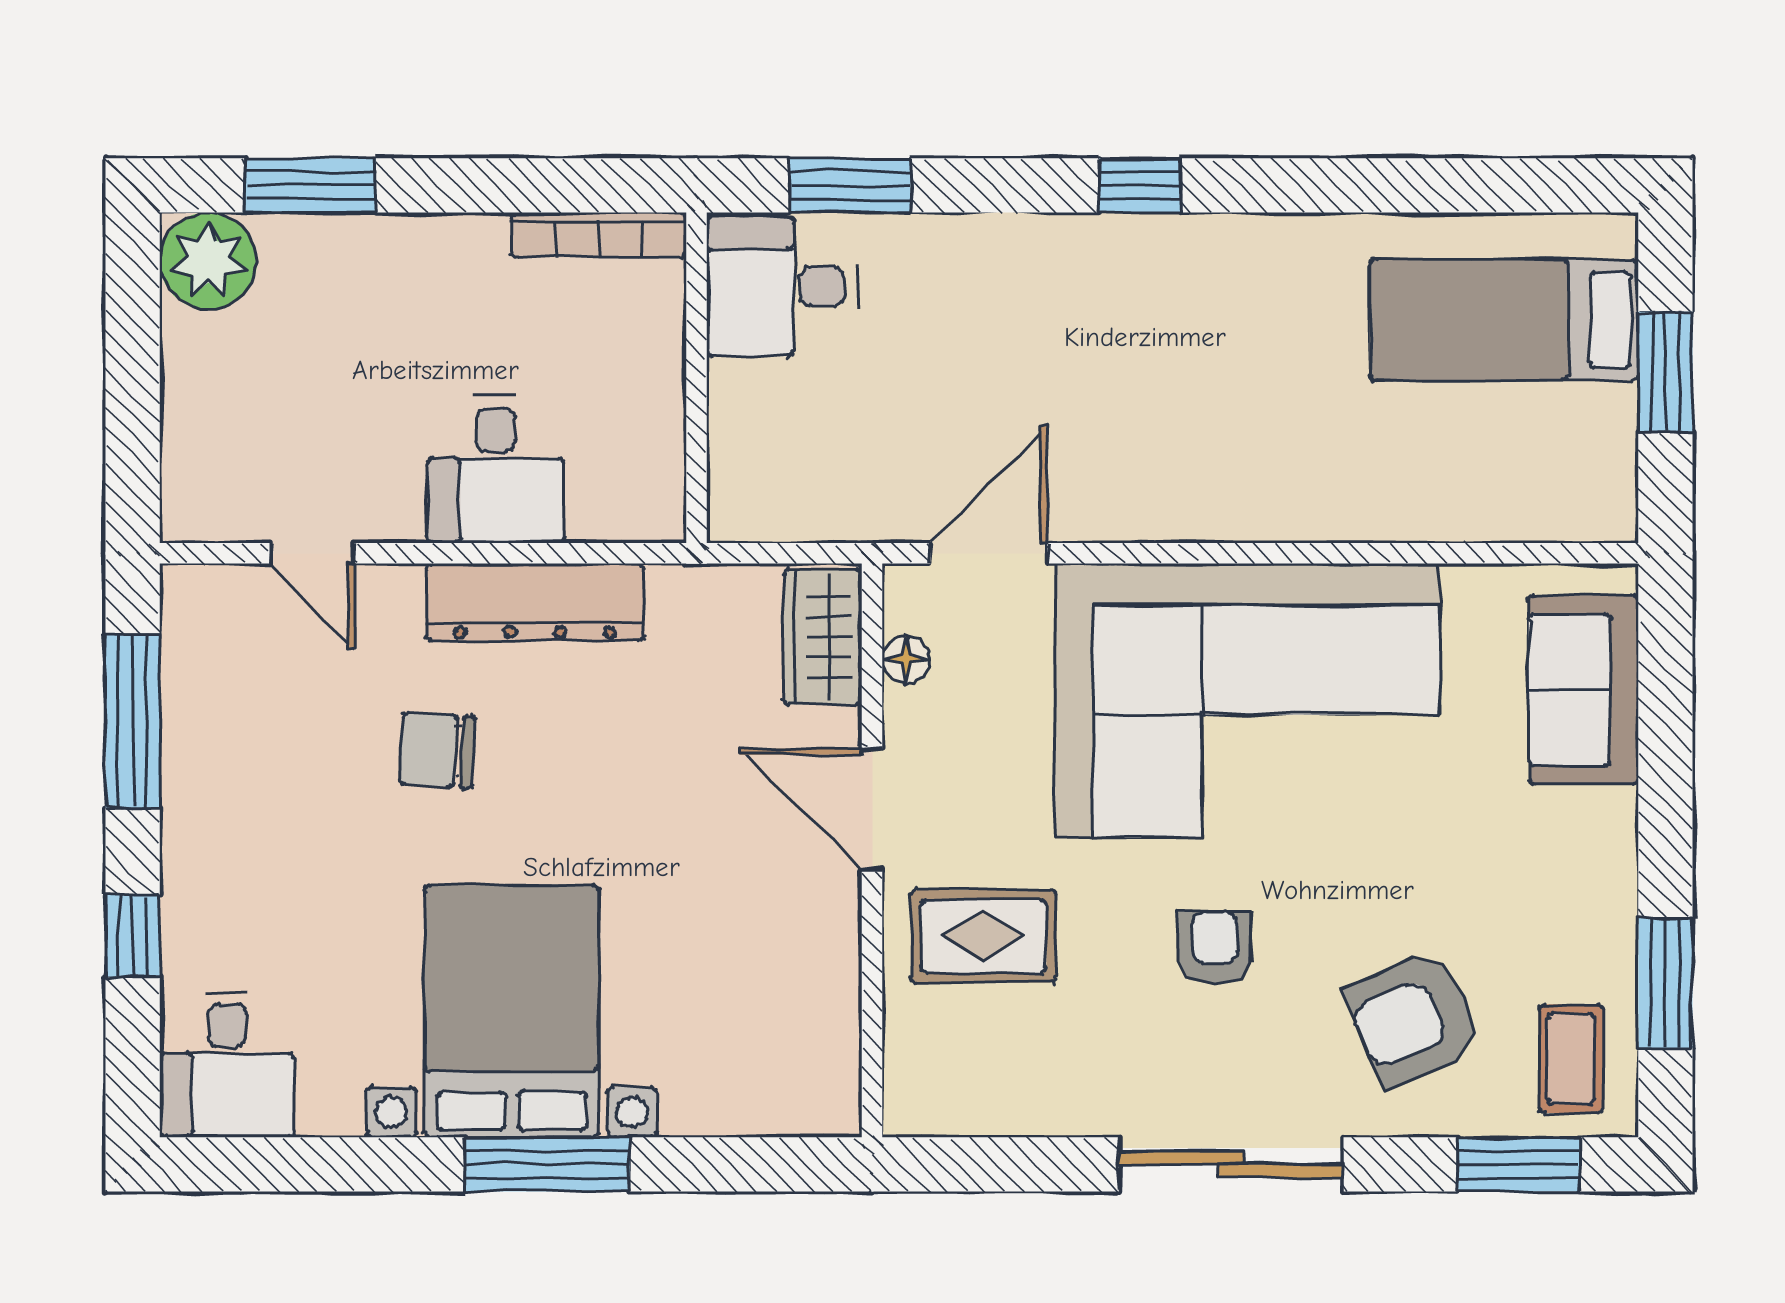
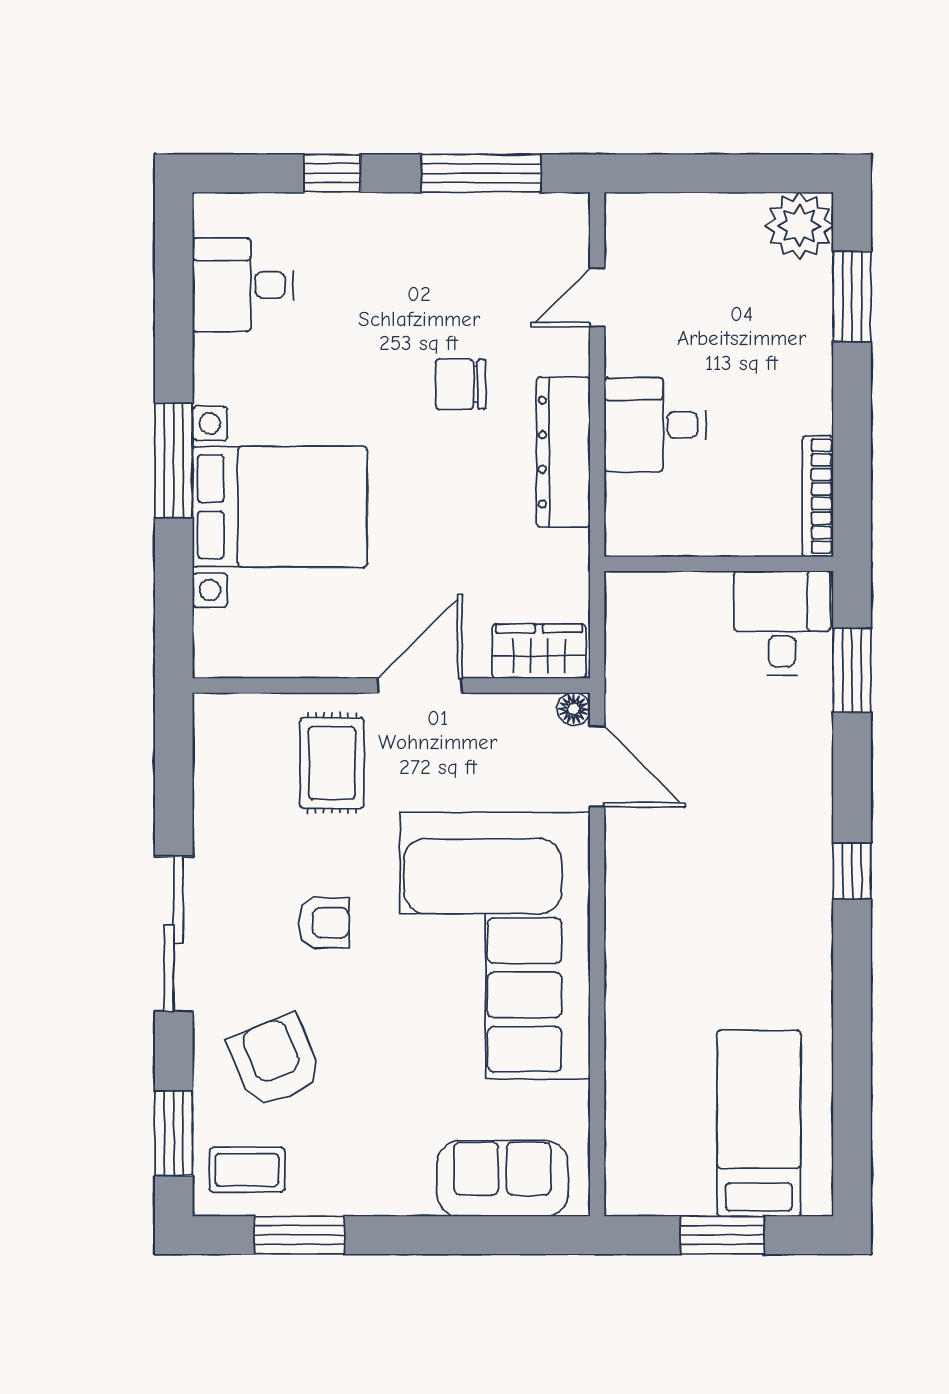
floor lamp: (906, 660) -> (574, 709), moved
chair: (437, 750) -> (461, 384), turned -93
bed with nightstands: (512, 1011) -> (280, 507), moved
desk: (227, 1065) -> (243, 285), moved

